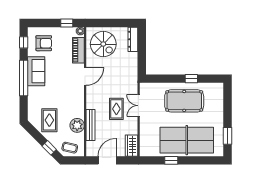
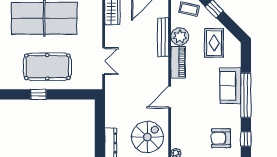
spiral stairs: (103, 44) -> (147, 137), turned 90
piano: (78, 50) -> (178, 62), moved
sofa: (36, 71) -> (230, 86), moved
rug: (116, 109) -> (131, 57), removed

